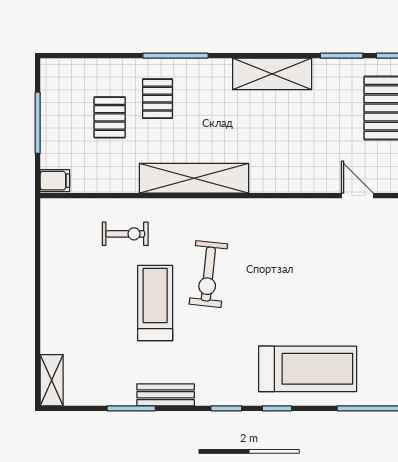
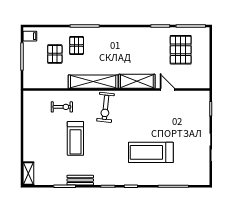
shelving: (272, 74) -> (137, 81), moved
filing cabinet: (55, 181) -> (30, 36), moved
exercise bike: (208, 274) -> (105, 107), moved
treadmill: (155, 303) -> (75, 138), turned 180
treadmill: (308, 369) -> (151, 152), moved, turned 180

